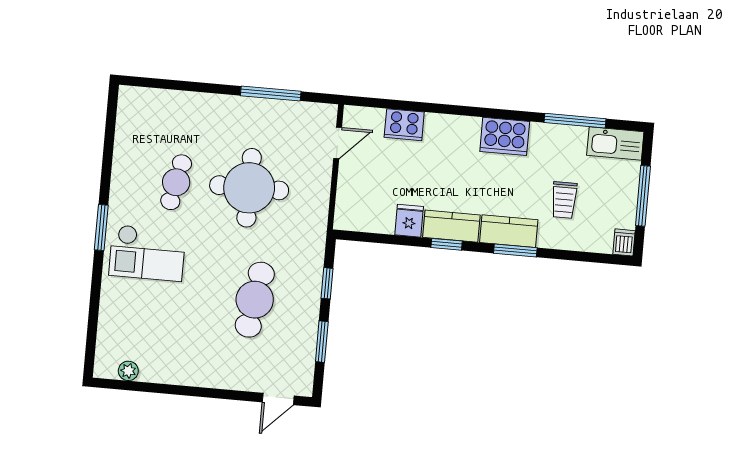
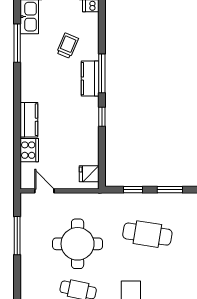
cooker: (505, 136) -> (31, 86), removed
trolley: (564, 200) -> (68, 46), turned -67
fridge: (409, 221) -> (89, 174), moved
kitchen counter: (451, 226) -> (29, 120), moved, turned 180
window: (515, 250) -> (102, 73), width x1.44

